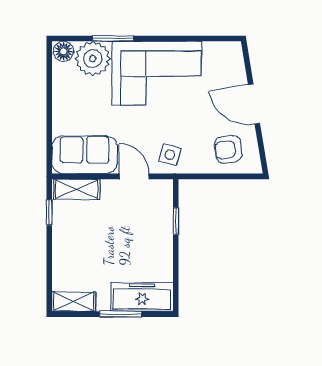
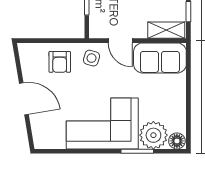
armchair: (228, 149) -> (60, 62), moved, turned 97

